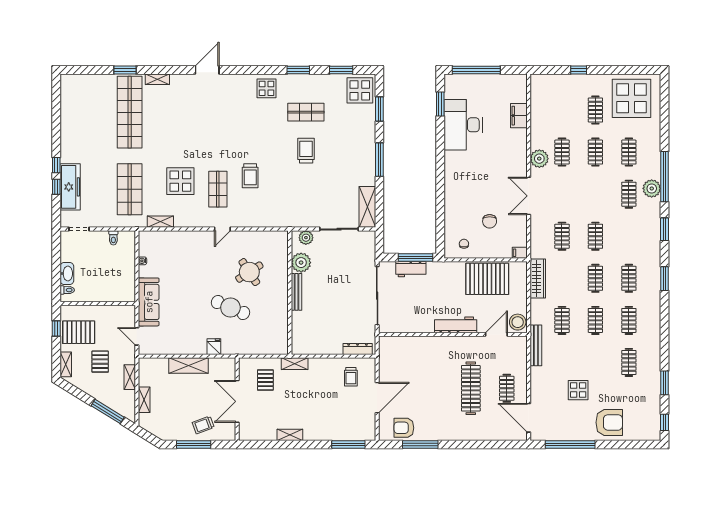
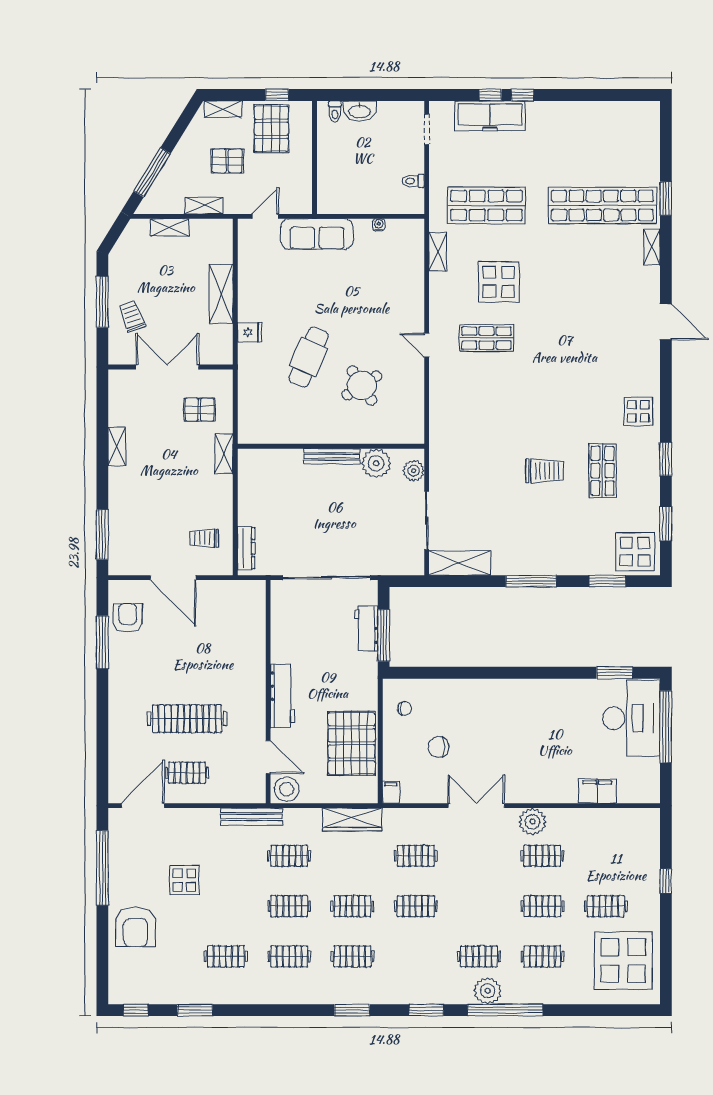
desk: (463, 125) -> (631, 718), moved, turned 90
trolley: (250, 176) -> (507, 387), removed

